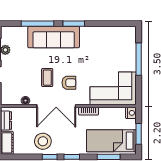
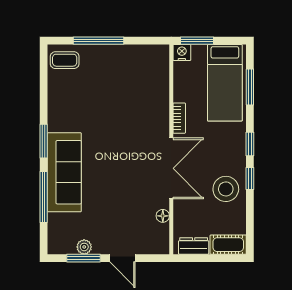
coffee table: (47, 78) -> (65, 60), moved
armchair: (69, 83) -> (135, 149), removed
corner sofa: (113, 88) -> (144, 80), removed
window: (139, 134) -> (197, 41), moved

